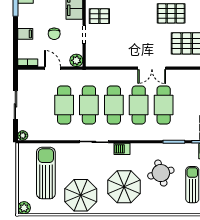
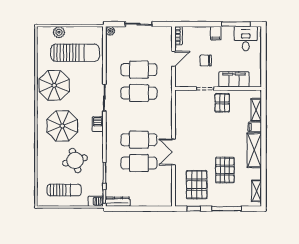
filing cabinet: (25, 34) -> (216, 33), moved
plant: (76, 60) -> (181, 81), removed
cafe table: (114, 105) -> (139, 116), removed
plant: (24, 208) -> (59, 32), moved

